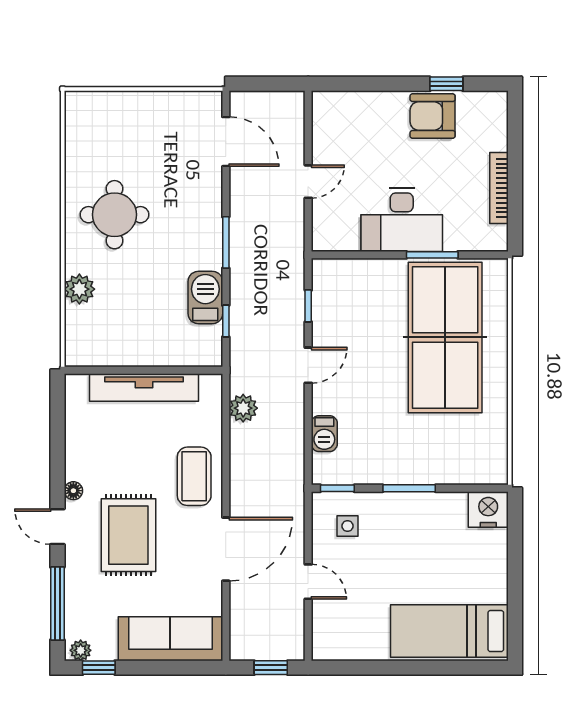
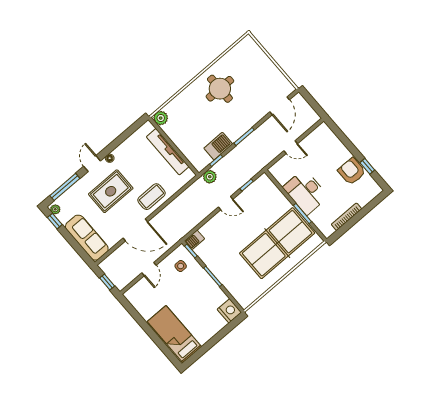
plant: (79, 289) -> (161, 118), moved
plant: (243, 408) -> (210, 177), moved
barbecue: (324, 434) -> (194, 240), moved

